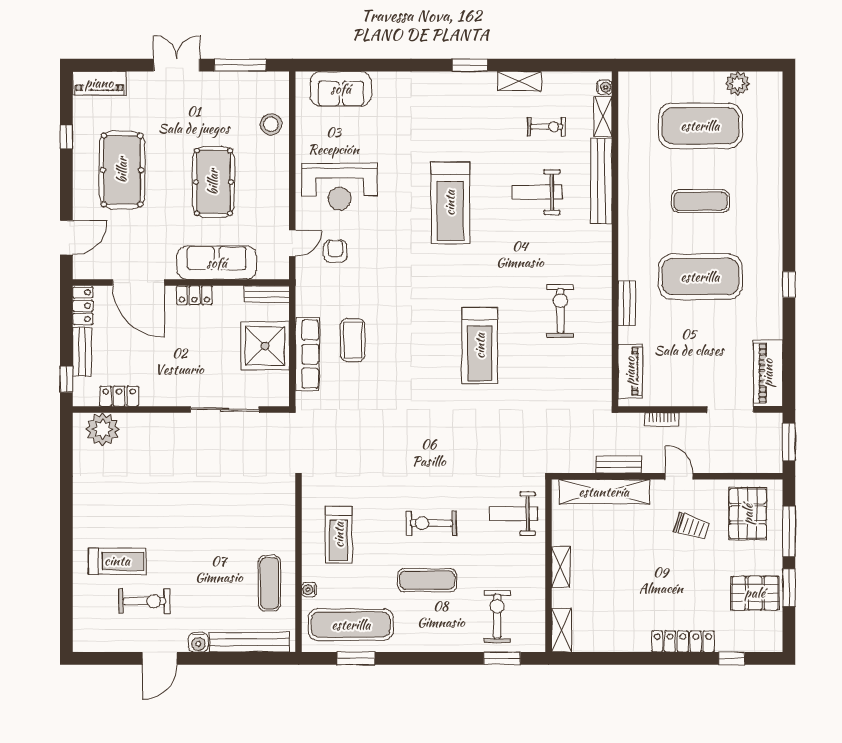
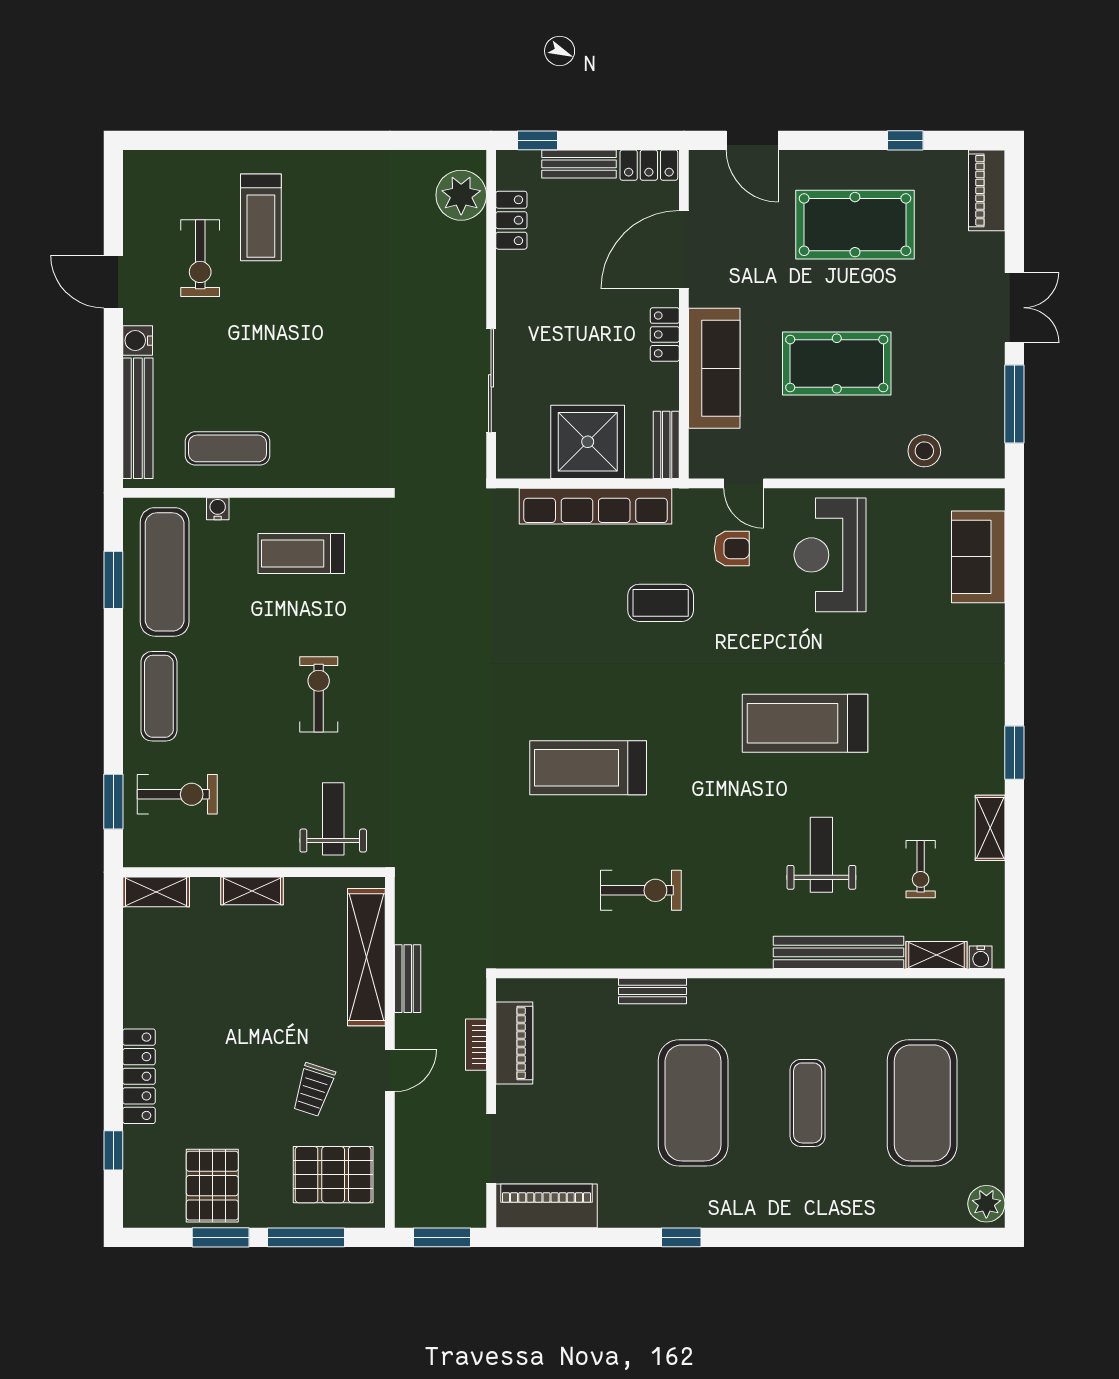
plant: (737, 83) -> (986, 1204), moved
coffee table: (353, 340) -> (661, 603), moved
row of seats: (307, 354) -> (596, 506), width x1.36
piano: (630, 371) -> (514, 1043), moved, turned -90
exercise mat: (427, 580) -> (159, 696), moved

